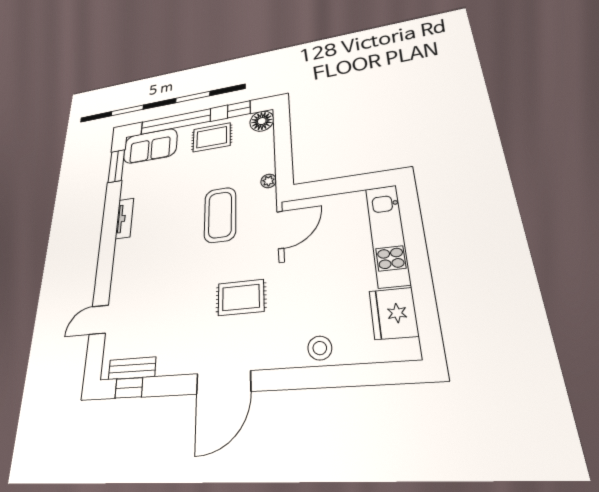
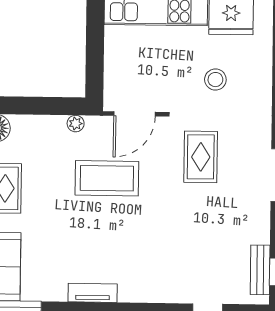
door: (280, 230) -> (135, 114), swing flipped
stool: (320, 348) -> (215, 80), moved

